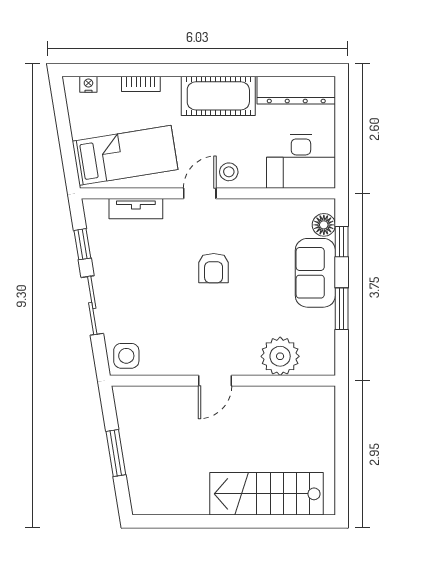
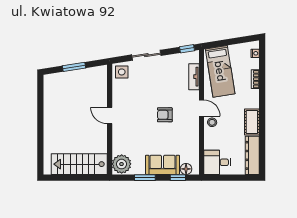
cot: (218, 96) -> (252, 122), width x0.73, depth x0.75
desk: (301, 161) -> (217, 162), width x0.73
window: (82, 244) -> (187, 49), moved
plant: (280, 356) -> (122, 164), moved
stairs: (266, 494) -> (79, 164), moved, turned -90

